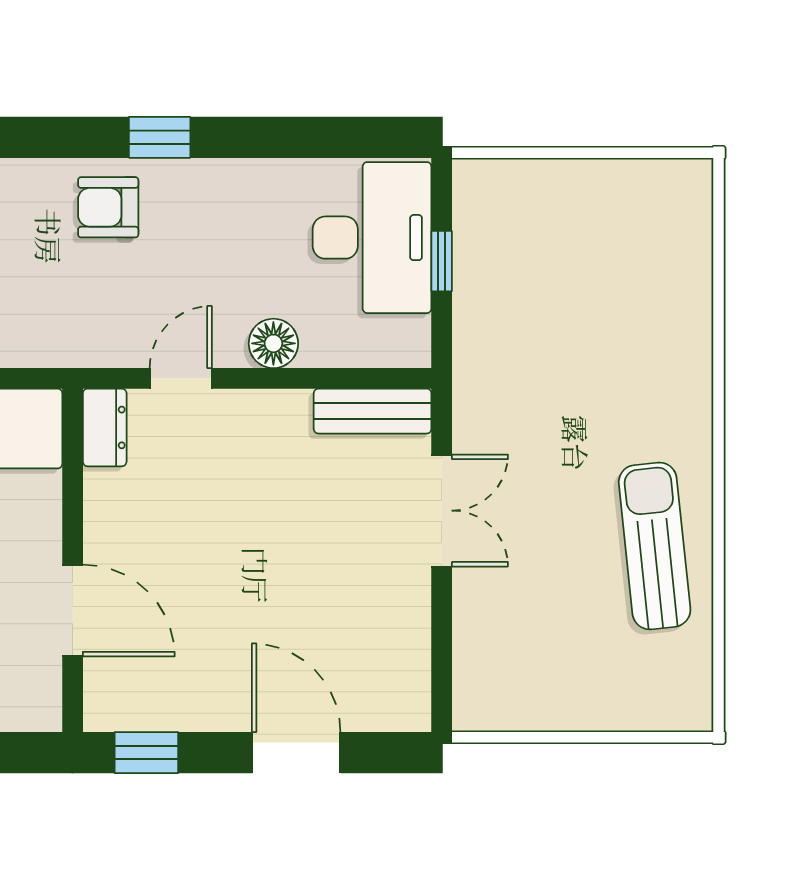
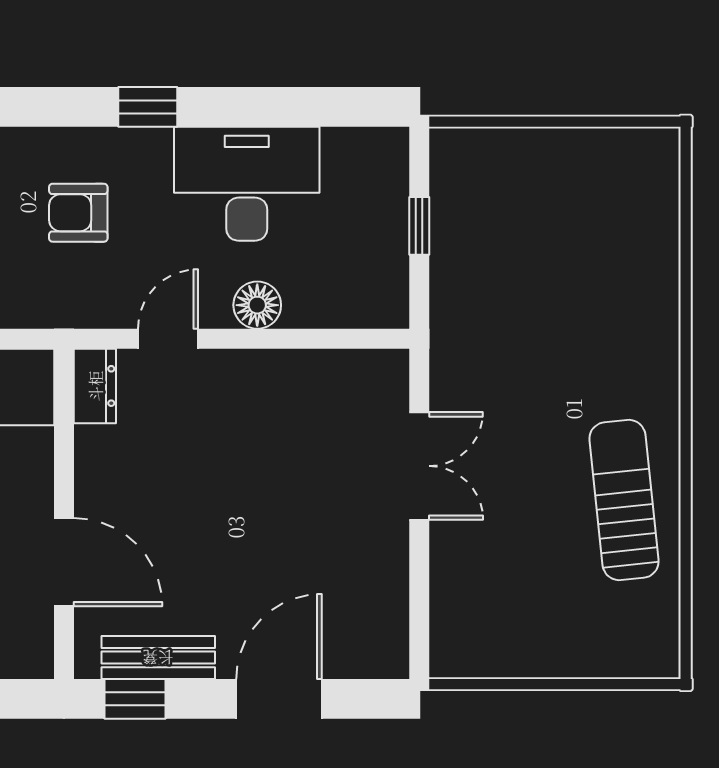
armchair: (108, 207) -> (78, 213), moved
desk: (372, 238) -> (247, 184), moved, turned -90
bench: (373, 411) -> (158, 658), moved
door: (296, 753) -> (279, 699), hinge flipped

